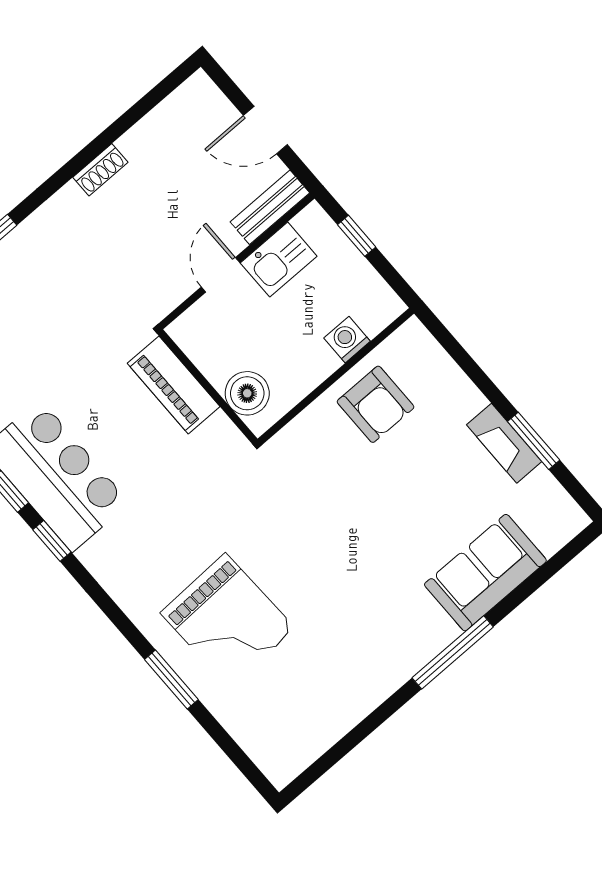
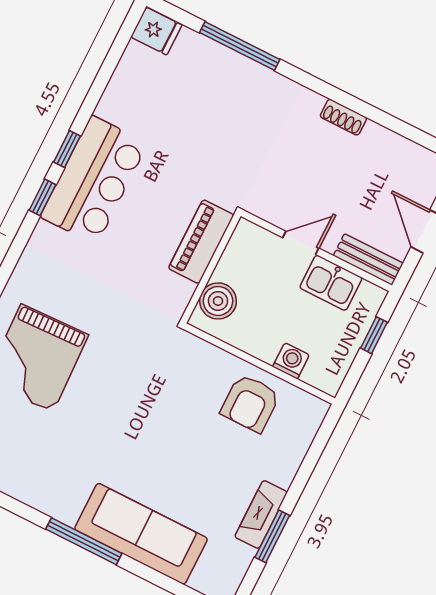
sofa: (485, 573) -> (141, 534), width x1.36

